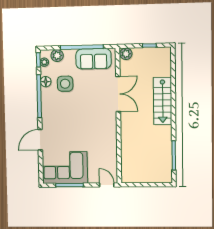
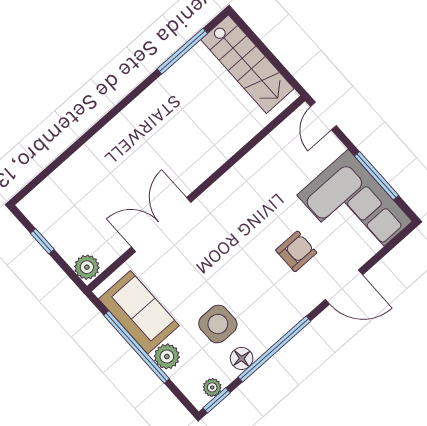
plant: (57, 56) -> (167, 356), moved
stairs: (163, 101) -> (247, 64), moved, turned 90
armchair: (67, 134) -> (296, 251), added

